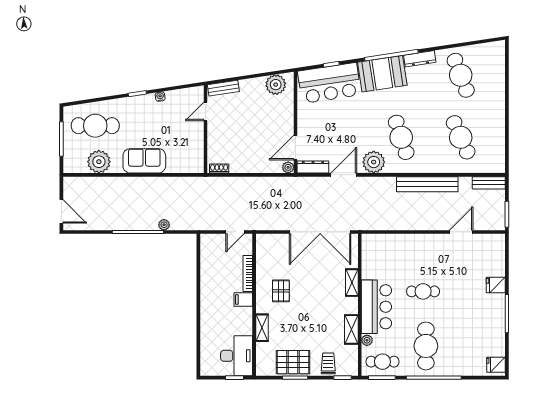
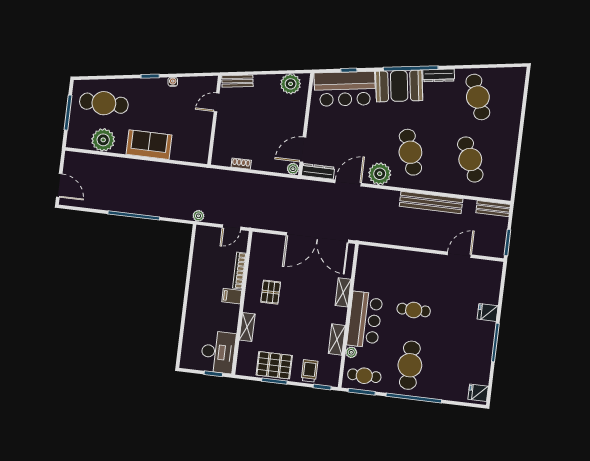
shoe rack: (219, 169) -> (241, 164), moved
plant: (164, 225) -> (198, 216), moved

